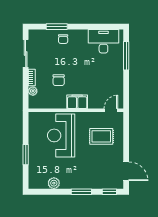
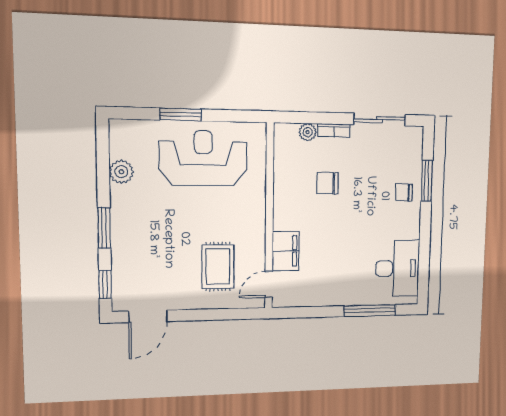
filing cabinet: (77, 102) -> (285, 251), moved
door: (111, 110) -> (269, 284), swing flipped
reception desk: (61, 135) -> (203, 158), moved

